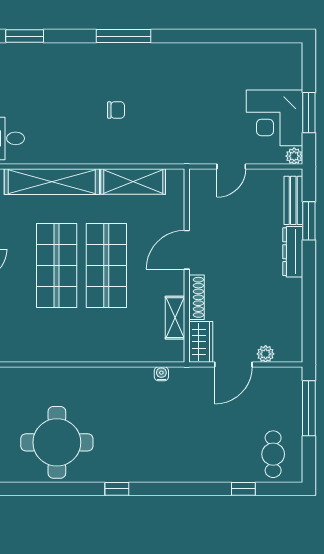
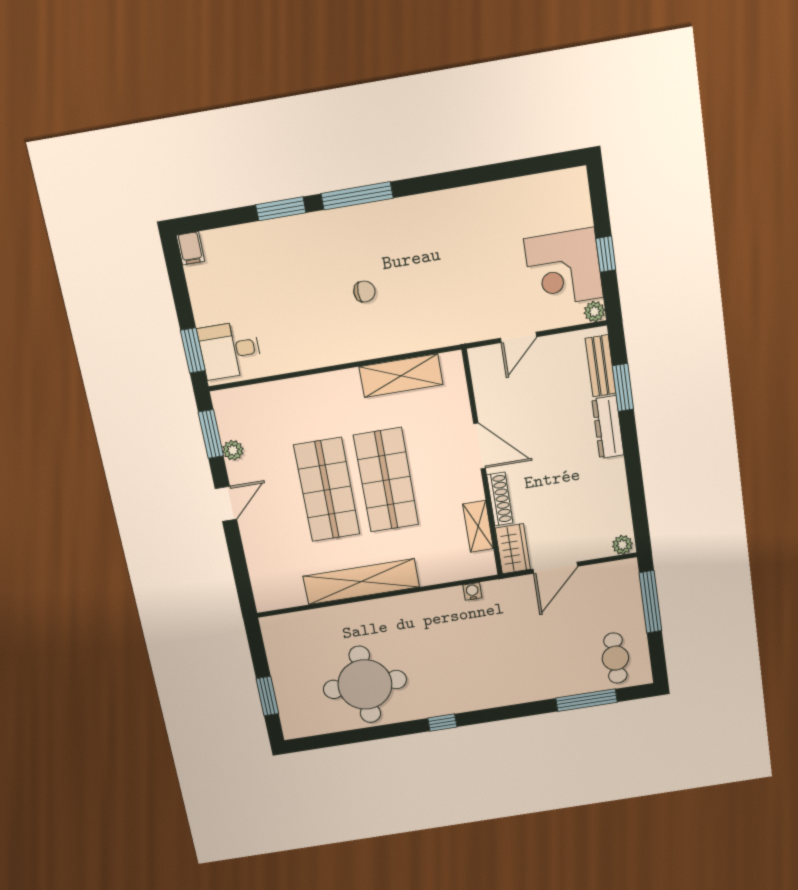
window: (25, 36) -> (281, 209), moved
window: (309, 113) -> (606, 254), width x0.67
shelving: (52, 182) -> (361, 582), moved
door: (187, 250) -> (479, 446), swing flipped
plant: (266, 354) -> (622, 545), moved
window: (243, 489) -> (587, 700), width x2.17

